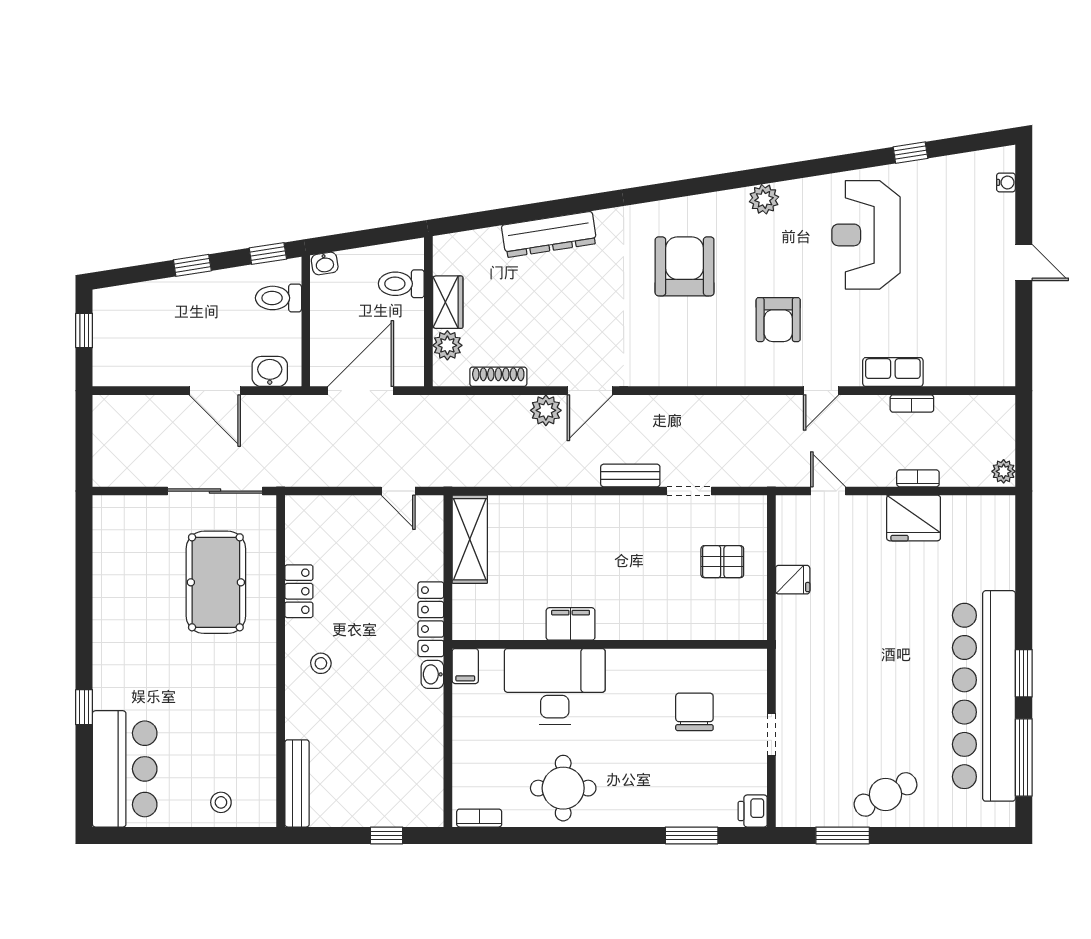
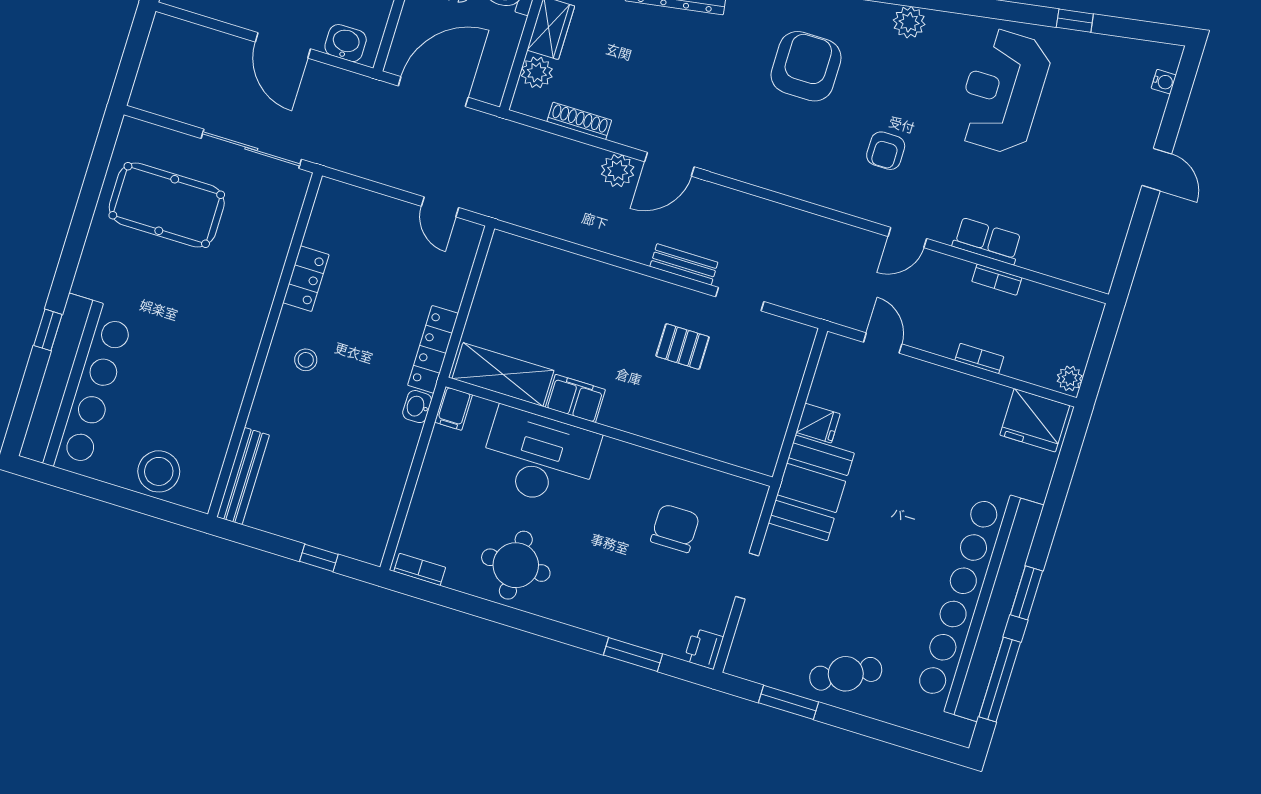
armchair: (778, 320) -> (886, 151), width x0.72, depth x0.72
fridge: (914, 518) -> (1035, 420), moved
shelving: (470, 539) -> (503, 375), moved, turned 90
pallet: (722, 562) -> (683, 347), moved
pool table: (216, 582) -> (167, 205), moved, turned 90
booth: (804, 639) -> (811, 488), added
bar counter: (125, 769) -> (77, 385), width x1.36
stool: (221, 802) -> (159, 471), width x1.89, depth x1.89

